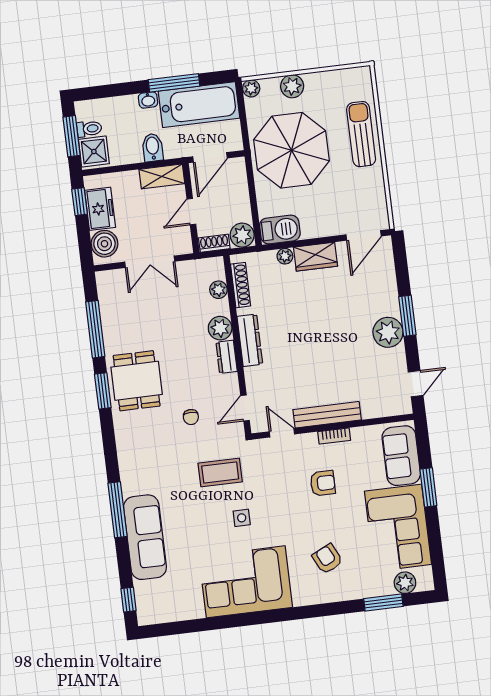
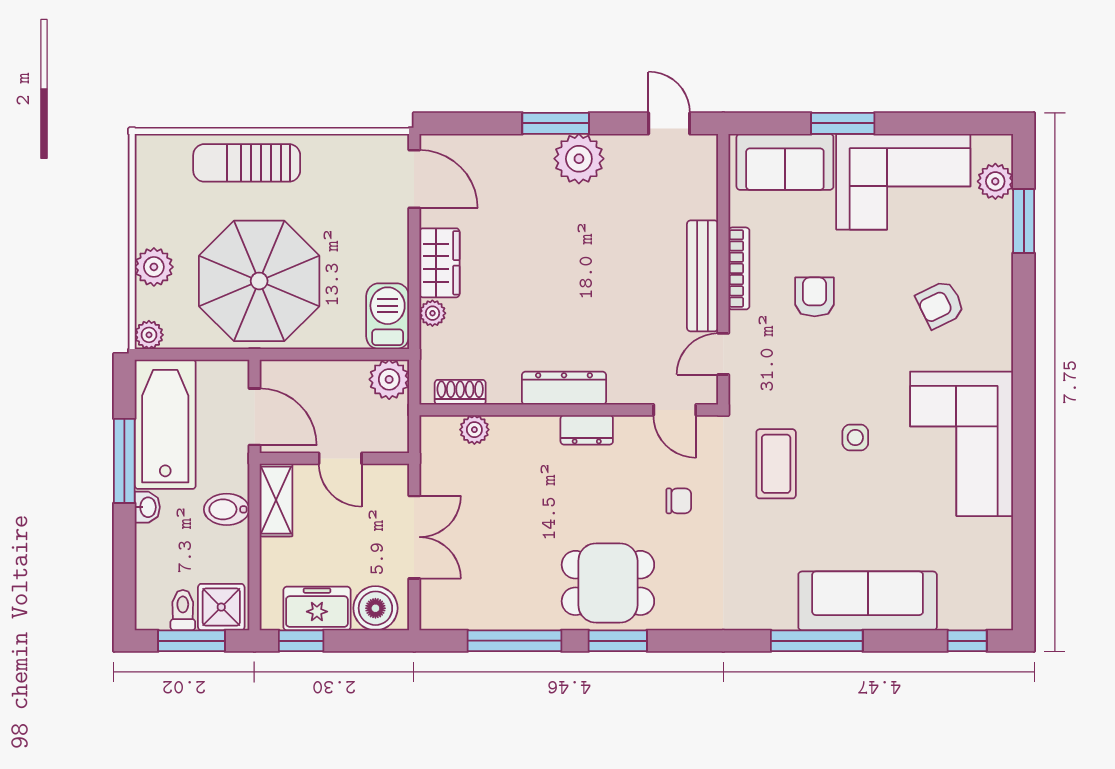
shoe rack: (214, 243) -> (397, 427), removed
shoe rack: (241, 285) -> (460, 392), width x0.70
plant: (220, 328) -> (538, 435), removed
bookcase: (334, 436) -> (739, 268), width x1.56

